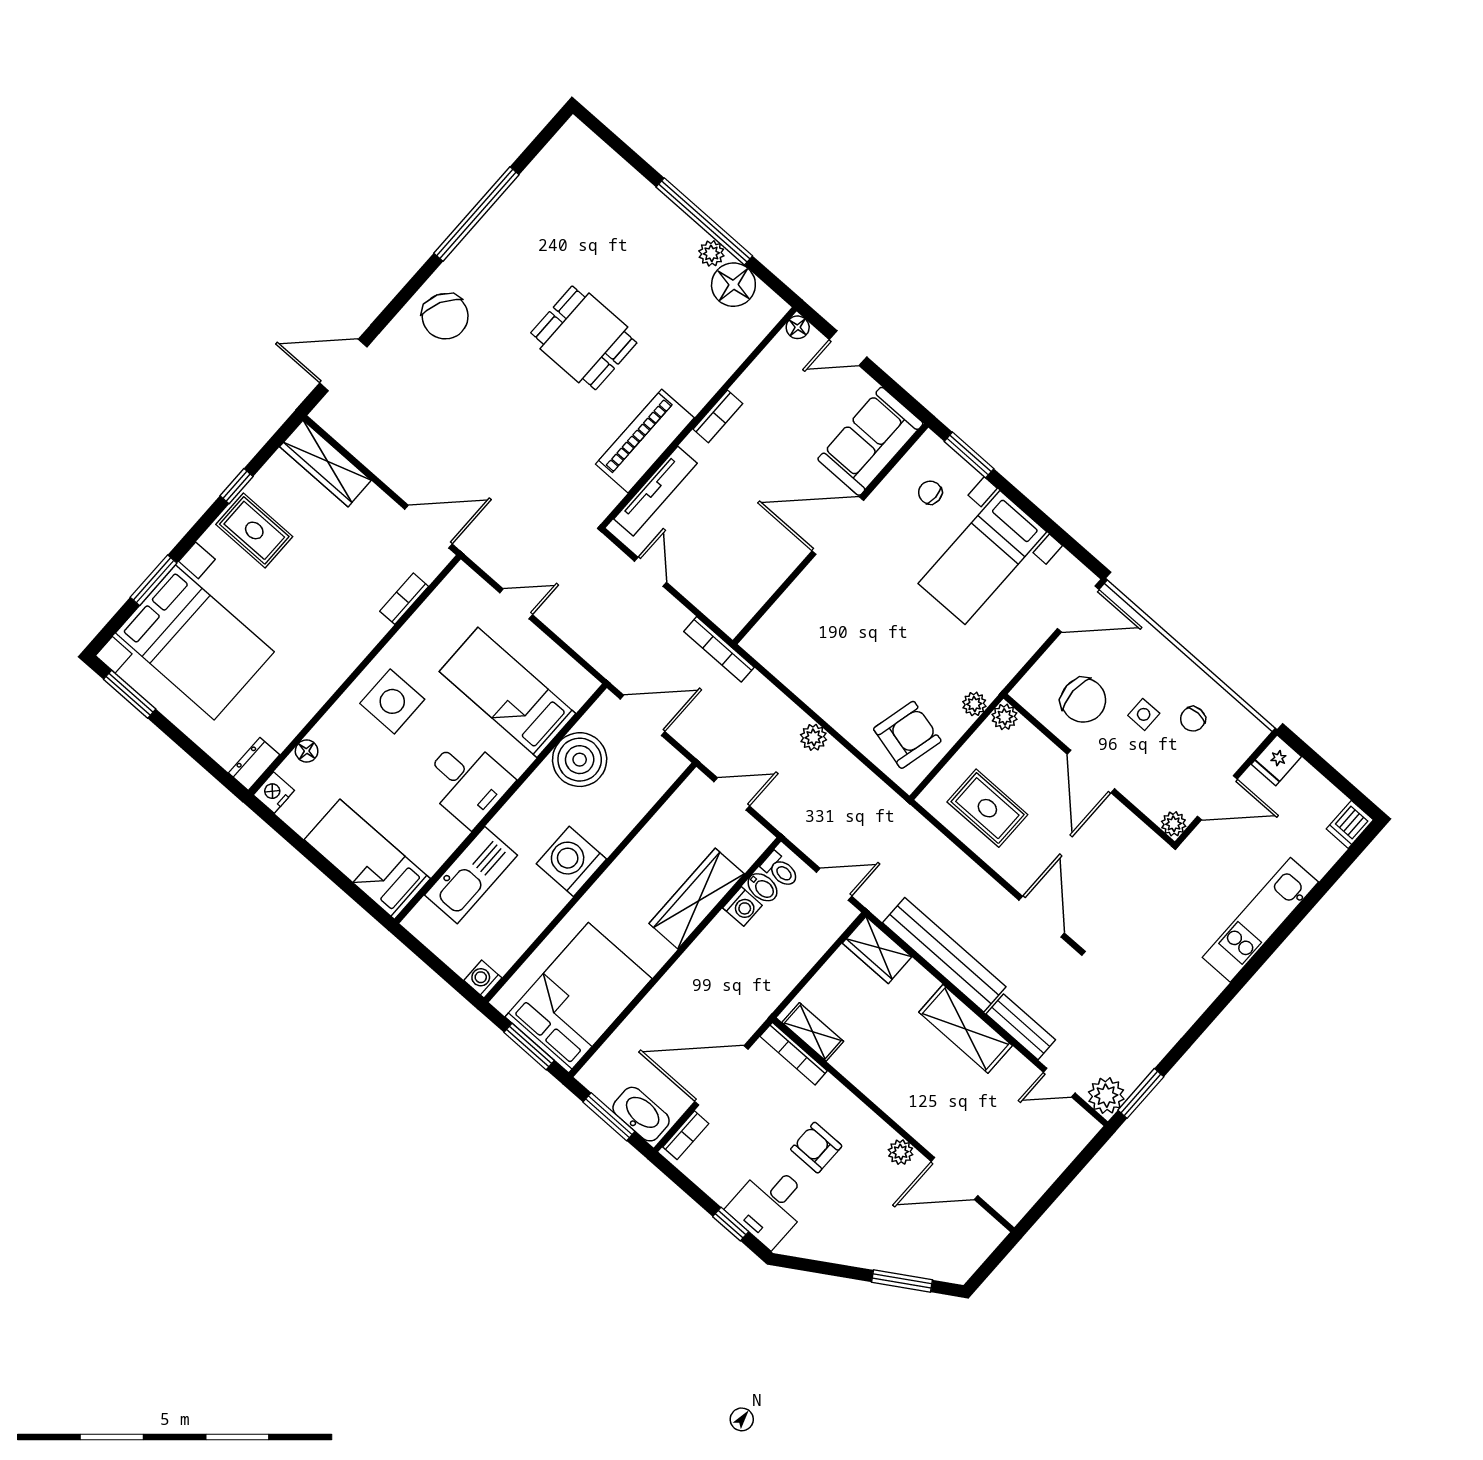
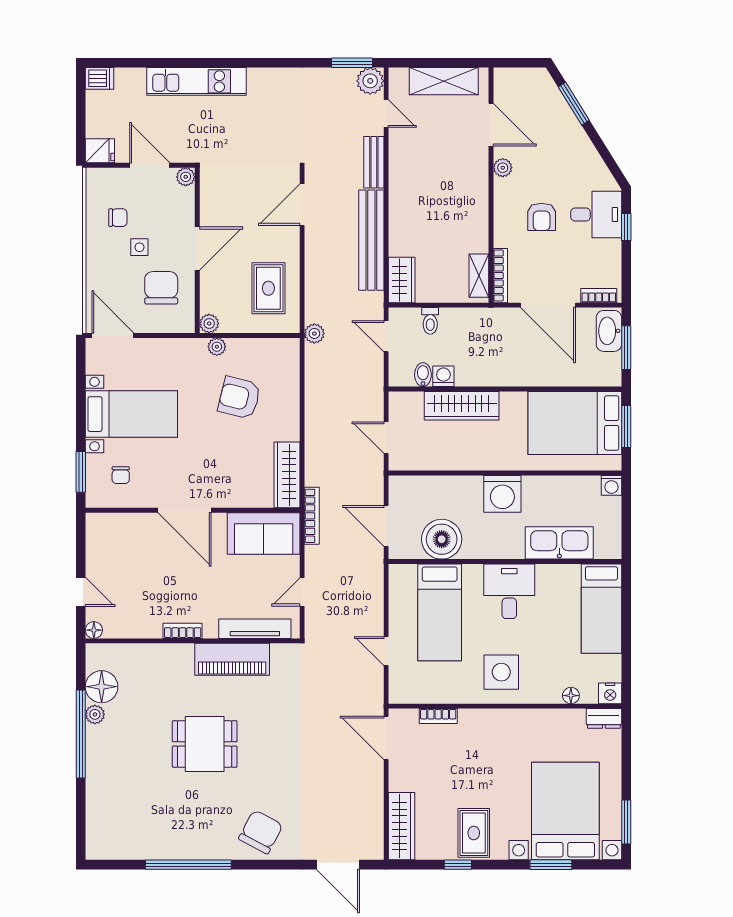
dining table: (584, 338) -> (205, 744), turned 90
sofa: (870, 441) -> (264, 534), moved
wardrobe: (782, 661) -> (287, 475), added
armchair: (907, 735) -> (239, 398), moved
plant: (814, 737) -> (314, 334), moved
toilet: (780, 870) -> (430, 321), moved, turned 180
shelving: (965, 1029) -> (444, 81), moved, turned 90

